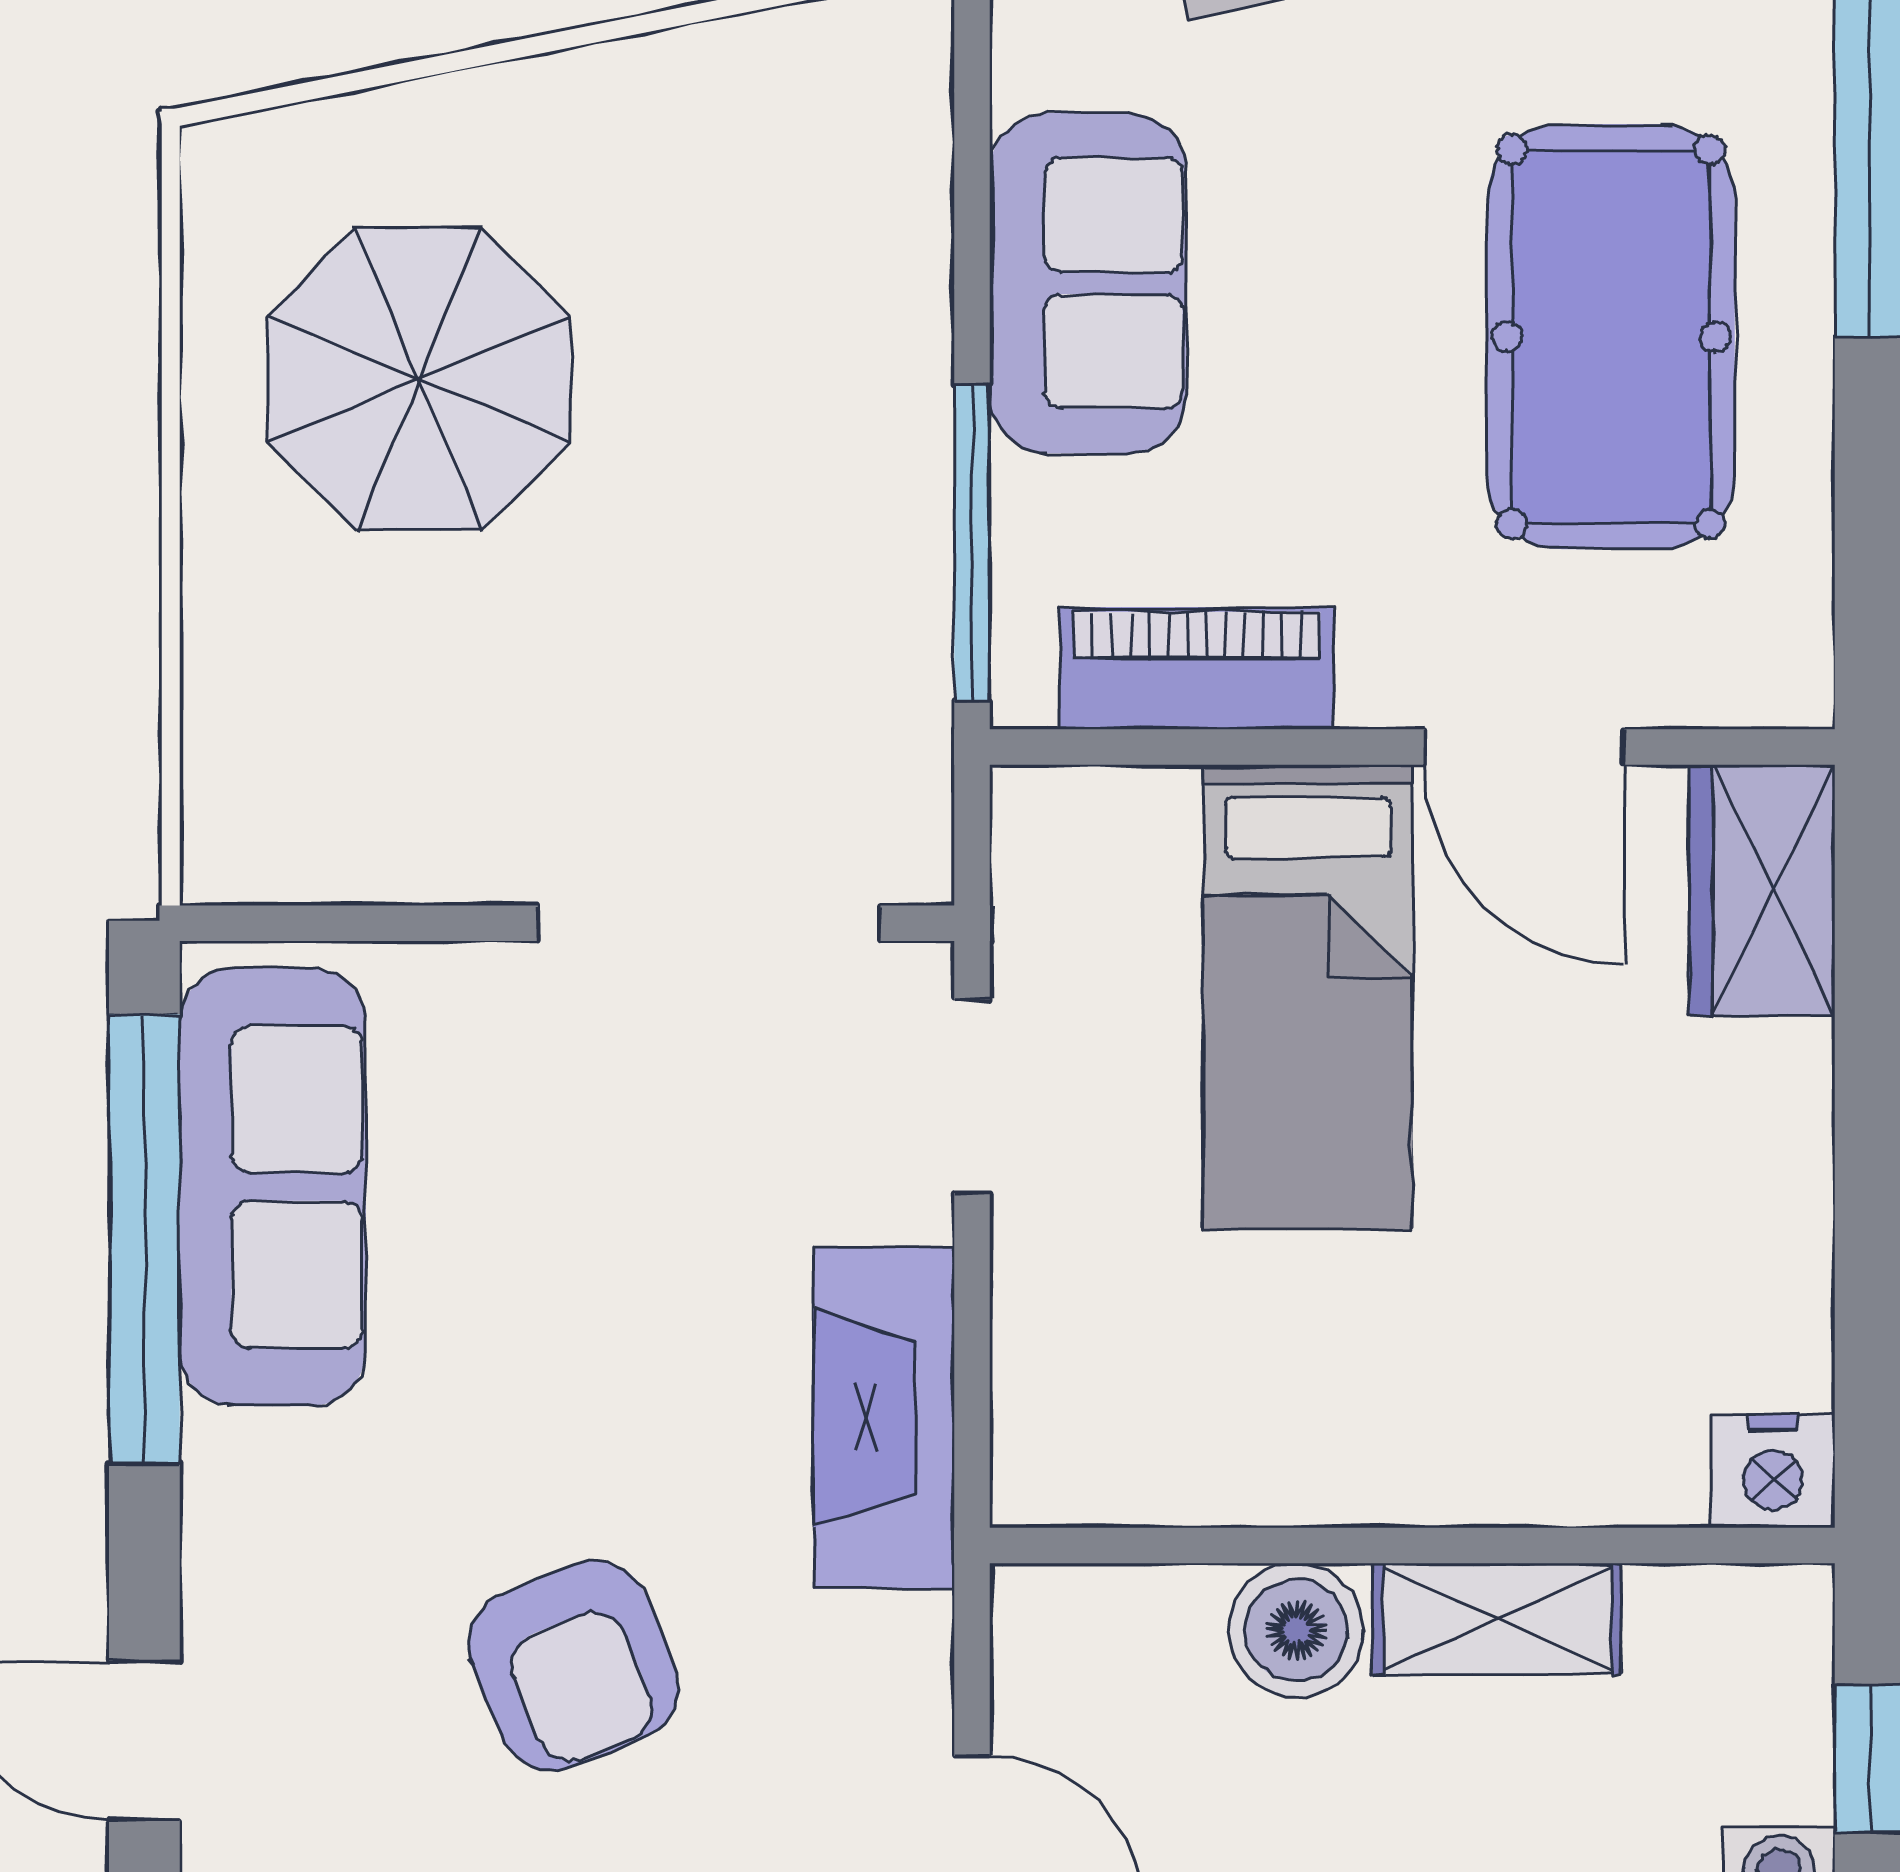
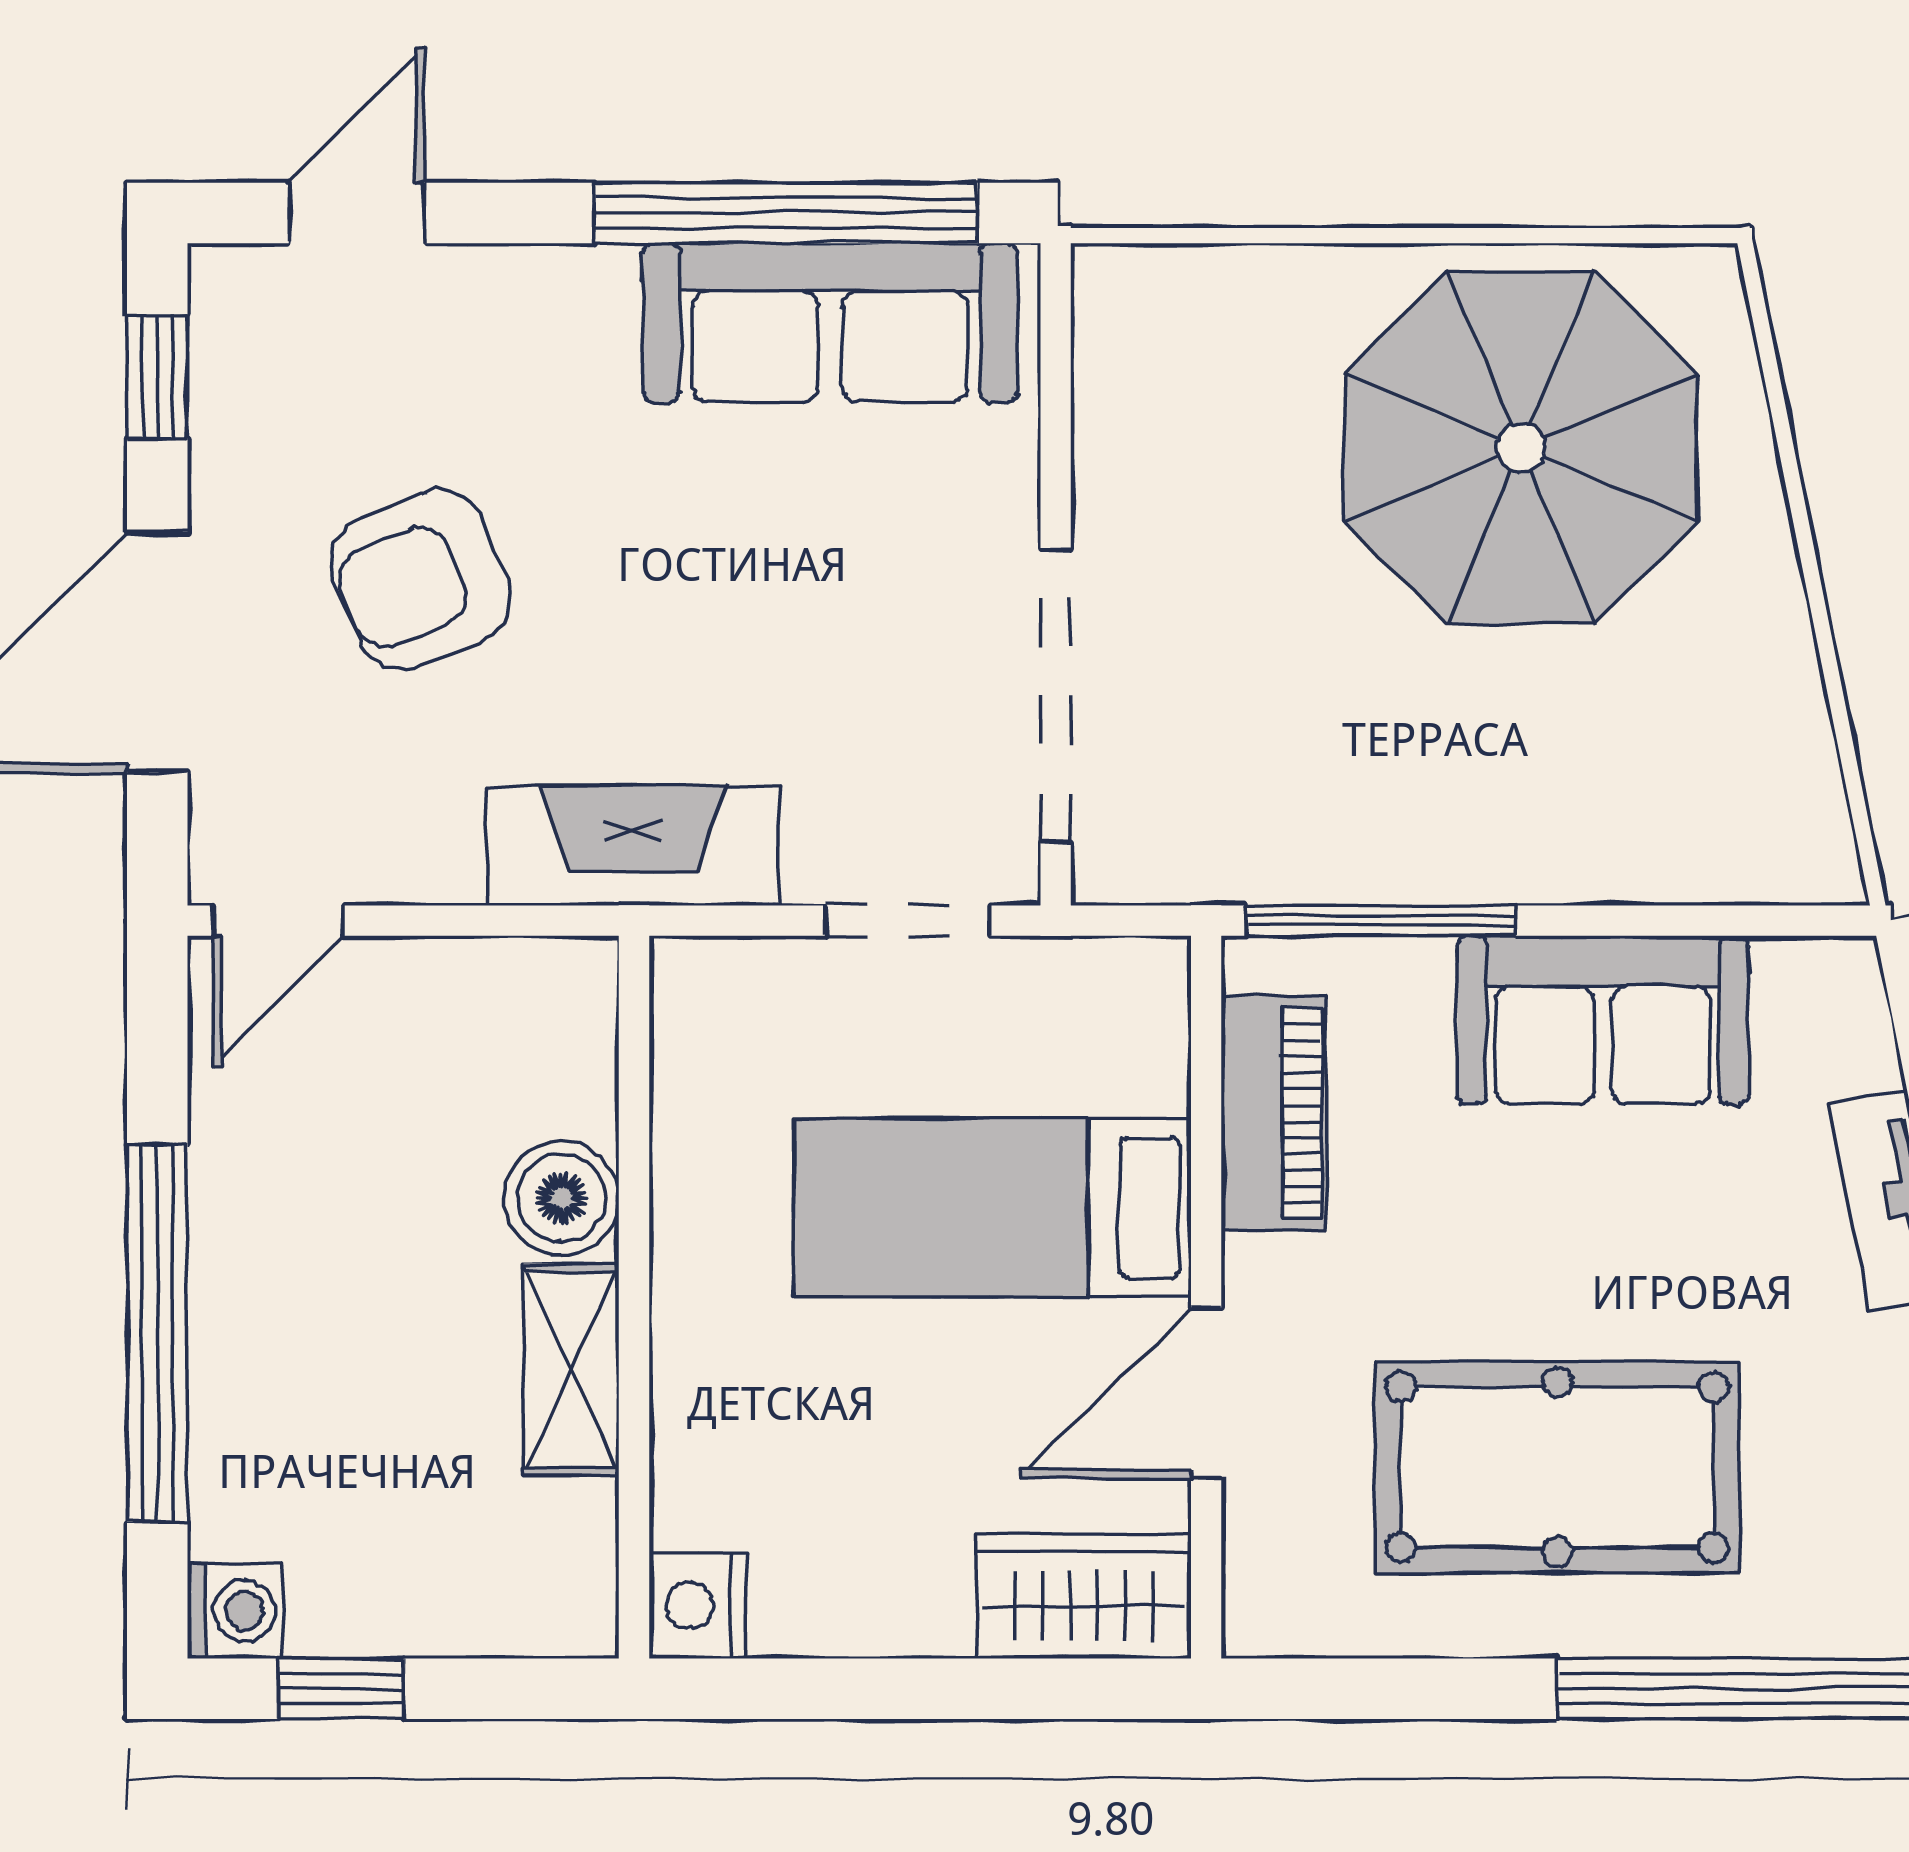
parasol: (419, 379) -> (1521, 448), width x1.36, depth x1.36
nightstand: (1773, 1471) -> (698, 1606), moved
wall: (1412, 1545) -> (634, 1297), moved
shelving: (1497, 1619) -> (571, 1370), moved
boiler: (1296, 1630) -> (561, 1198), moved

